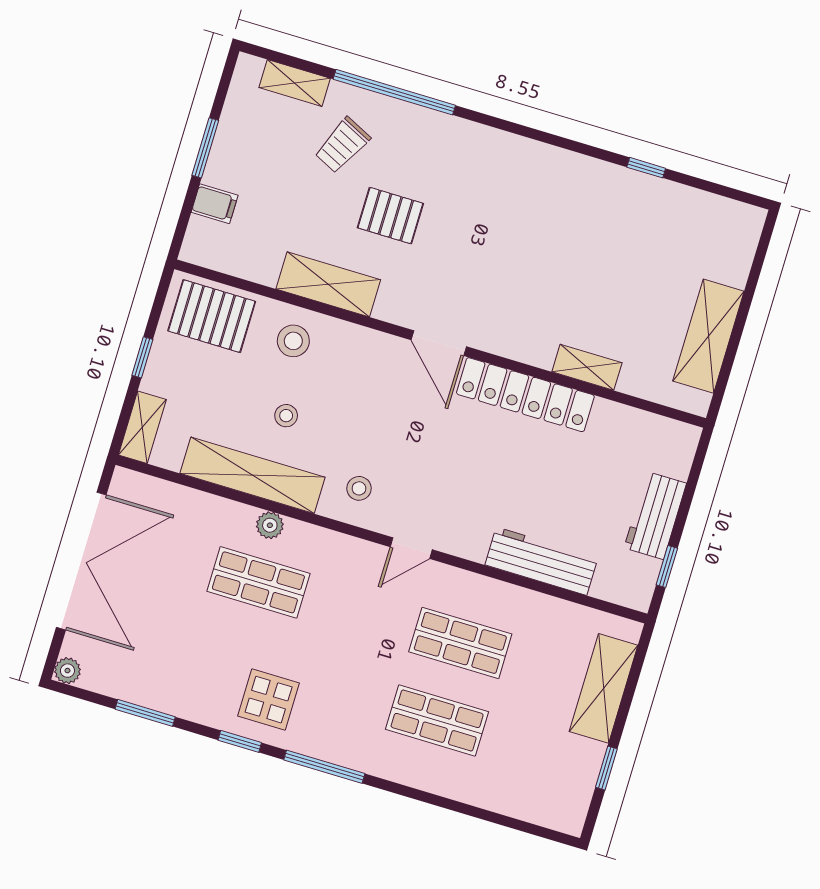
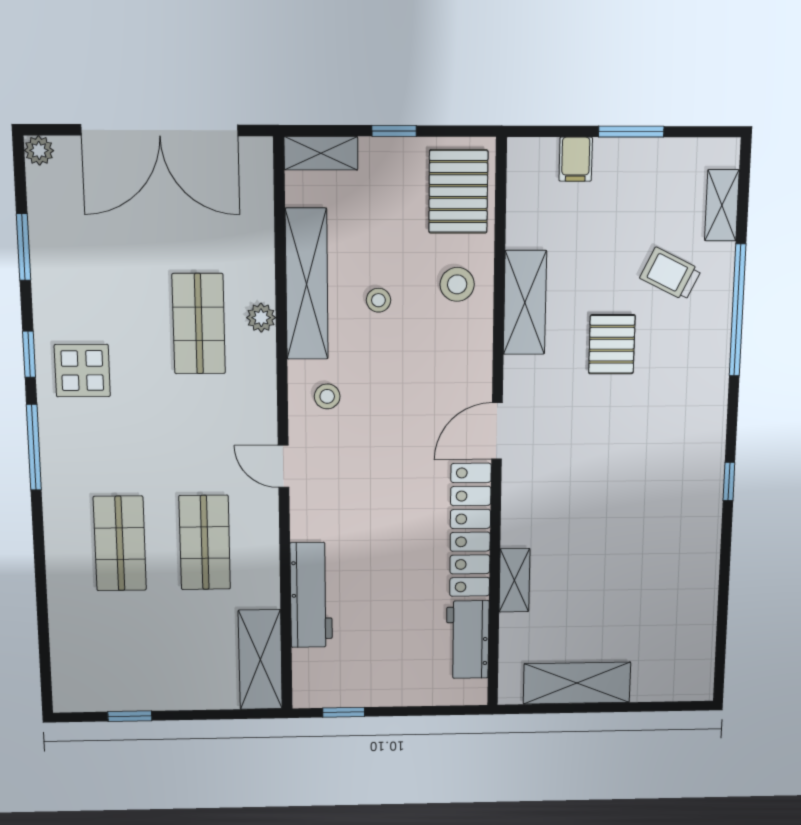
window: (646, 168) -> (729, 481), moved
workbench: (655, 516) -> (468, 640), moved, turned -90
shelving: (604, 688) -> (260, 660), moved, turned 90

